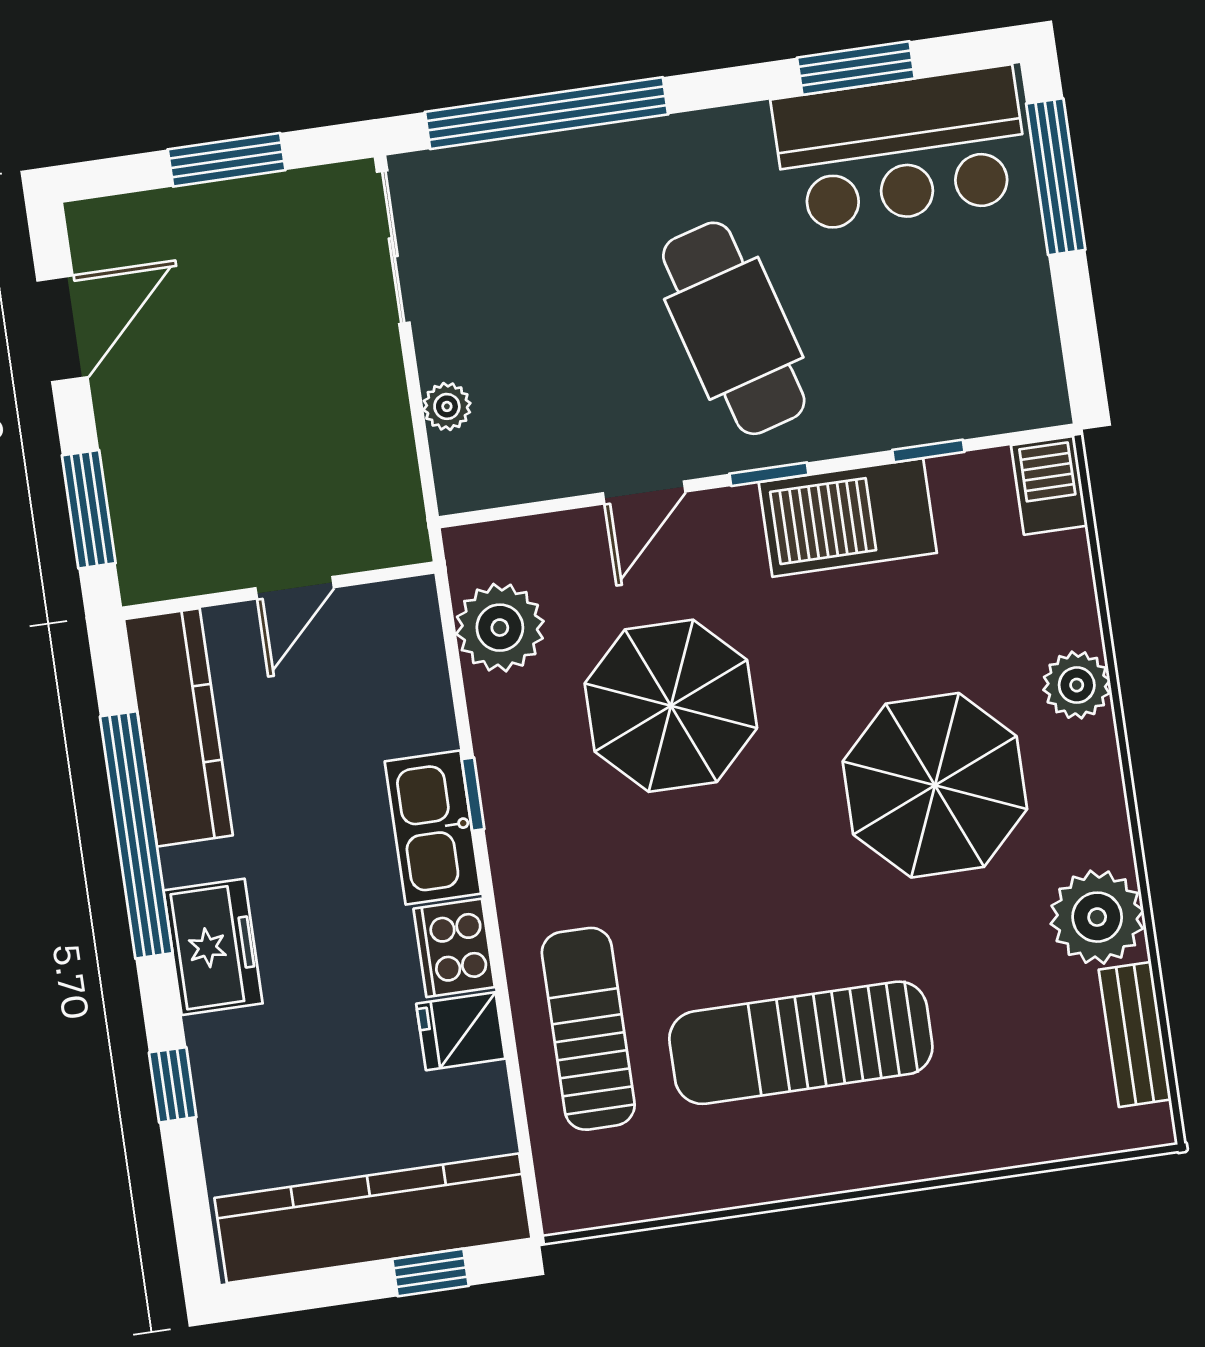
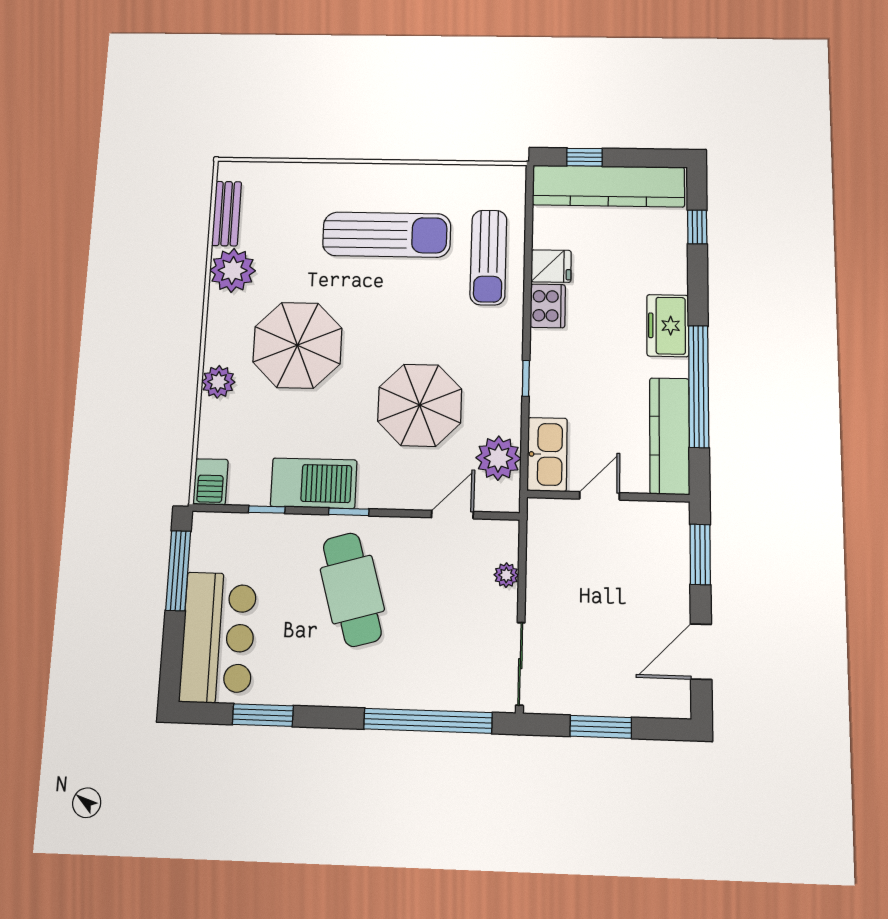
bar counter: (901, 149) -> (218, 638), moved, turned 90
window: (1056, 177) -> (178, 571), moved
door: (644, 492) -> (452, 515), moved
kitchen sink: (433, 828) -> (547, 454), moved
window: (173, 1085) -> (697, 227), moved

